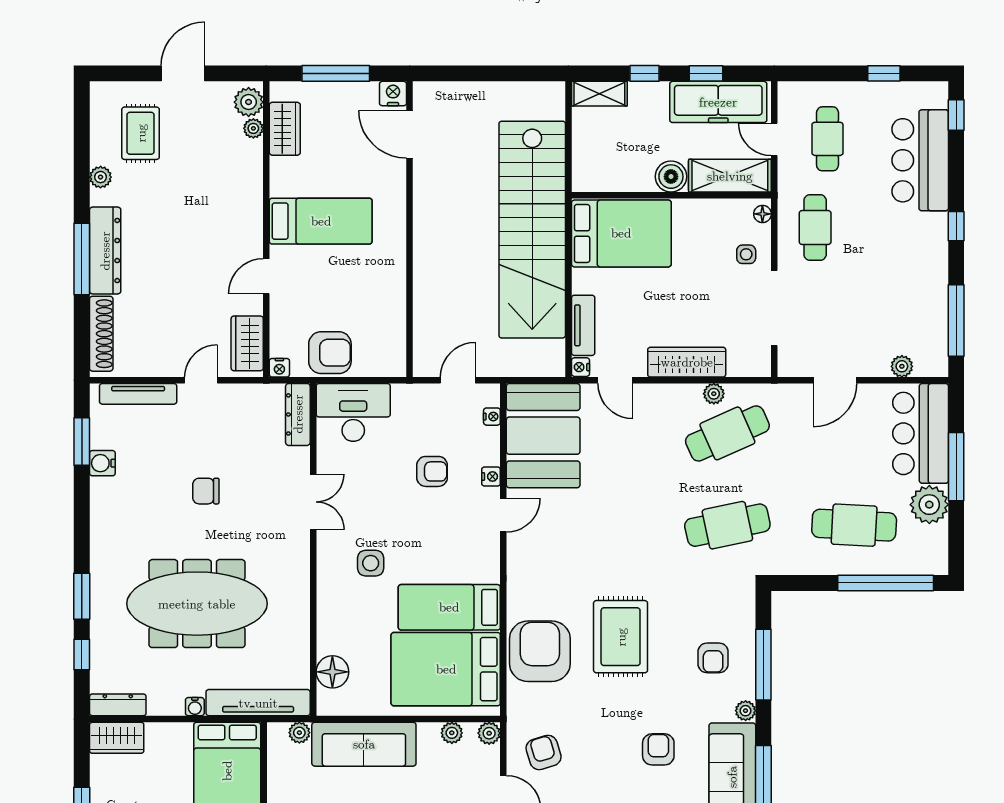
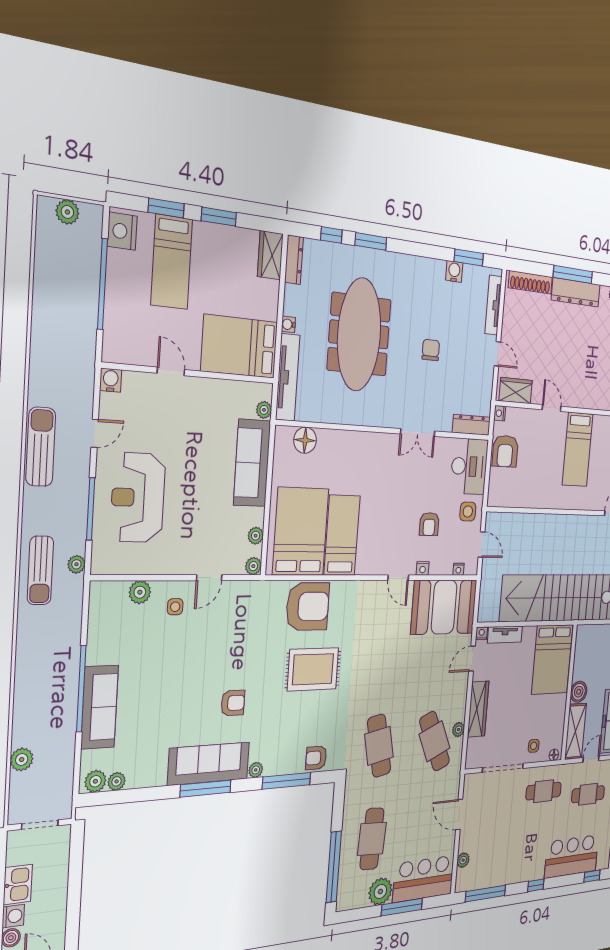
side table: (371, 563) -> (468, 512), moved
armchair: (713, 658) -> (316, 758), moved
armchair: (544, 753) -> (237, 610), removed

